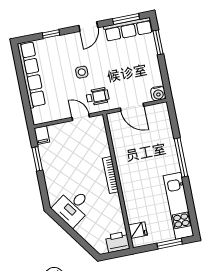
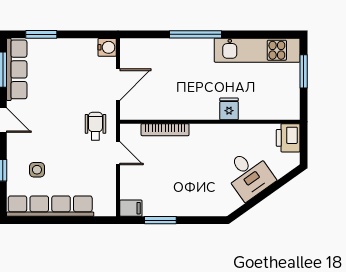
side table: (82, 72) -> (37, 170), moved
door: (81, 117) -> (118, 153), swing flipped
bookcase: (111, 175) -> (165, 130), moved
desk: (73, 207) -> (249, 174), moved
fridge: (138, 230) -> (229, 109), moved

